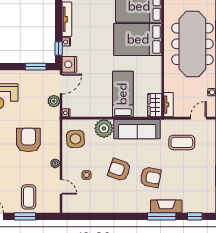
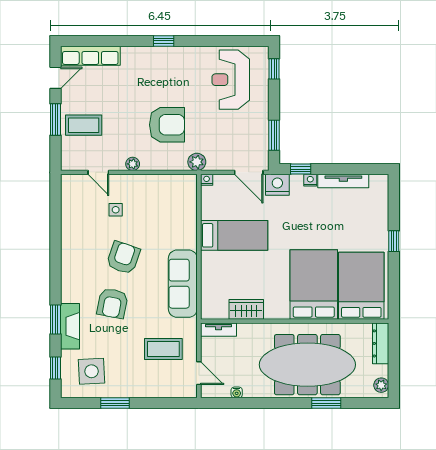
bed: (123, 94) -> (234, 235), moved
plant: (54, 101) -> (197, 162), moved
wardrobe: (155, 105) -> (246, 309), moved
plant: (104, 128) -> (184, 235), removed
side table: (75, 139) -> (92, 371), moved
coffee table: (182, 142) -> (163, 349), turned 90
door: (61, 187) -> (98, 172), hinge flipped
window: (162, 216) -> (55, 319), width x0.69

